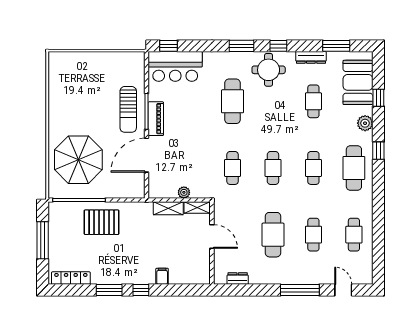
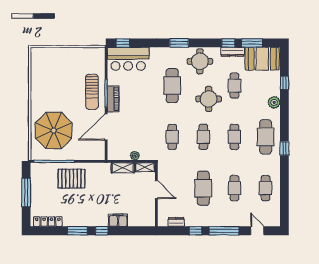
window: (278, 46) -> (228, 43), moved
booth: (358, 82) -> (262, 59), moved, turned 90
round table: (280, 119) -> (209, 99), added
window: (378, 151) -> (284, 148), moved
filing cabinet: (162, 276) -> (118, 220), width x2.00
window: (263, 290) -> (196, 231), added

